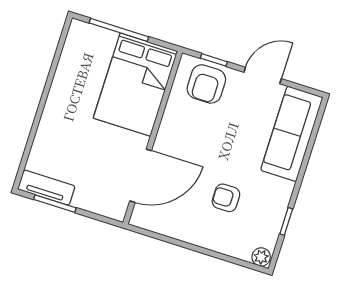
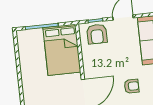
armchair: (226, 198) -> (132, 86), turned 180

